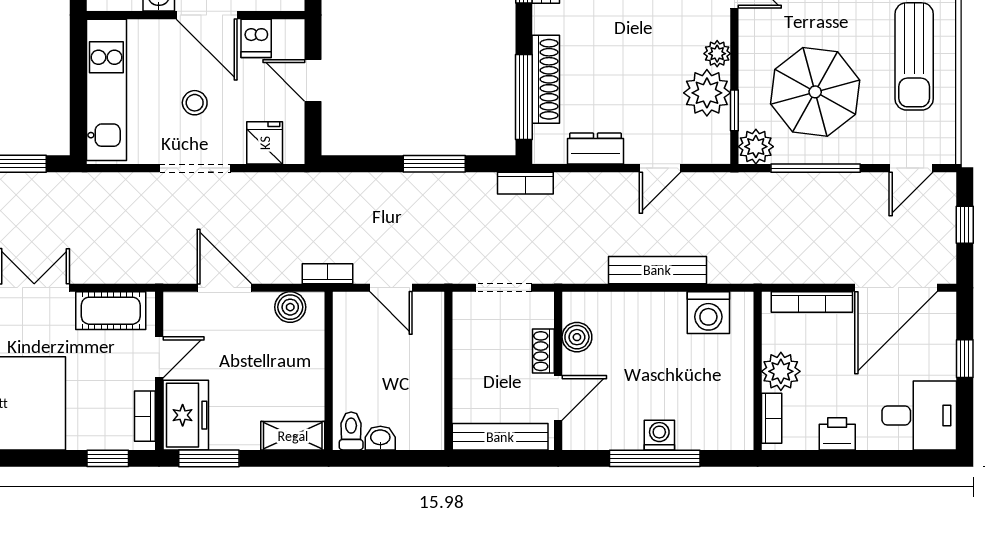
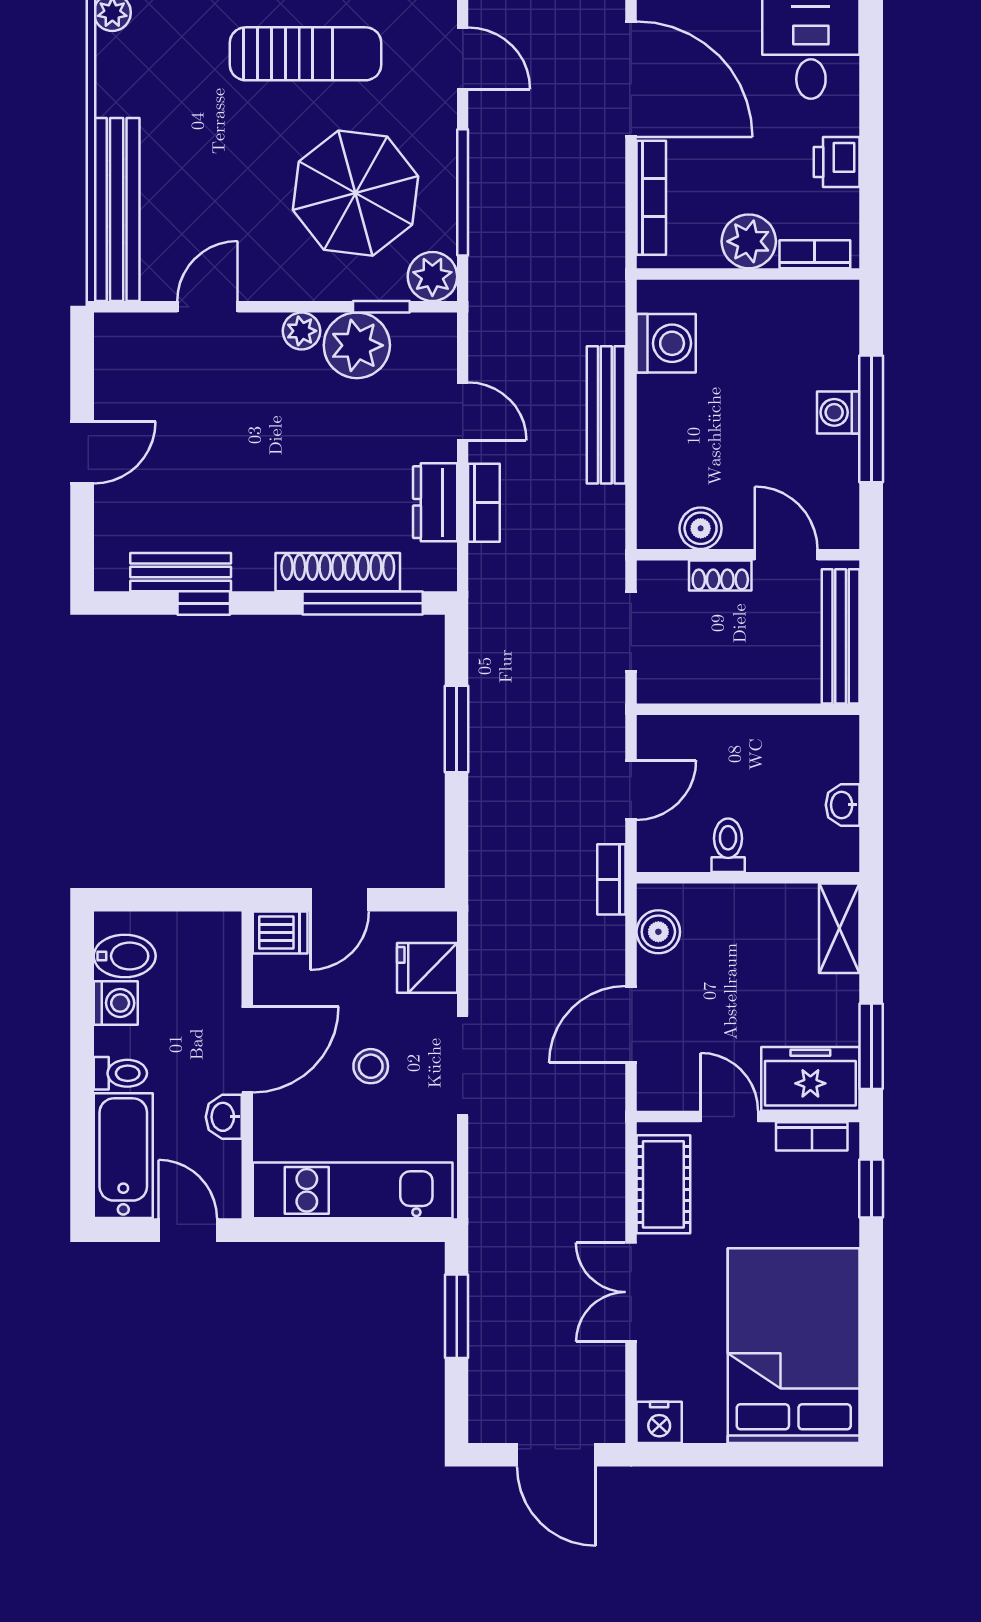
dishwasher: (256, 38) -> (280, 933), moved
bookcase: (525, 183) -> (484, 503), moved
toilet: (351, 431) -> (728, 845), moved, turned 90

